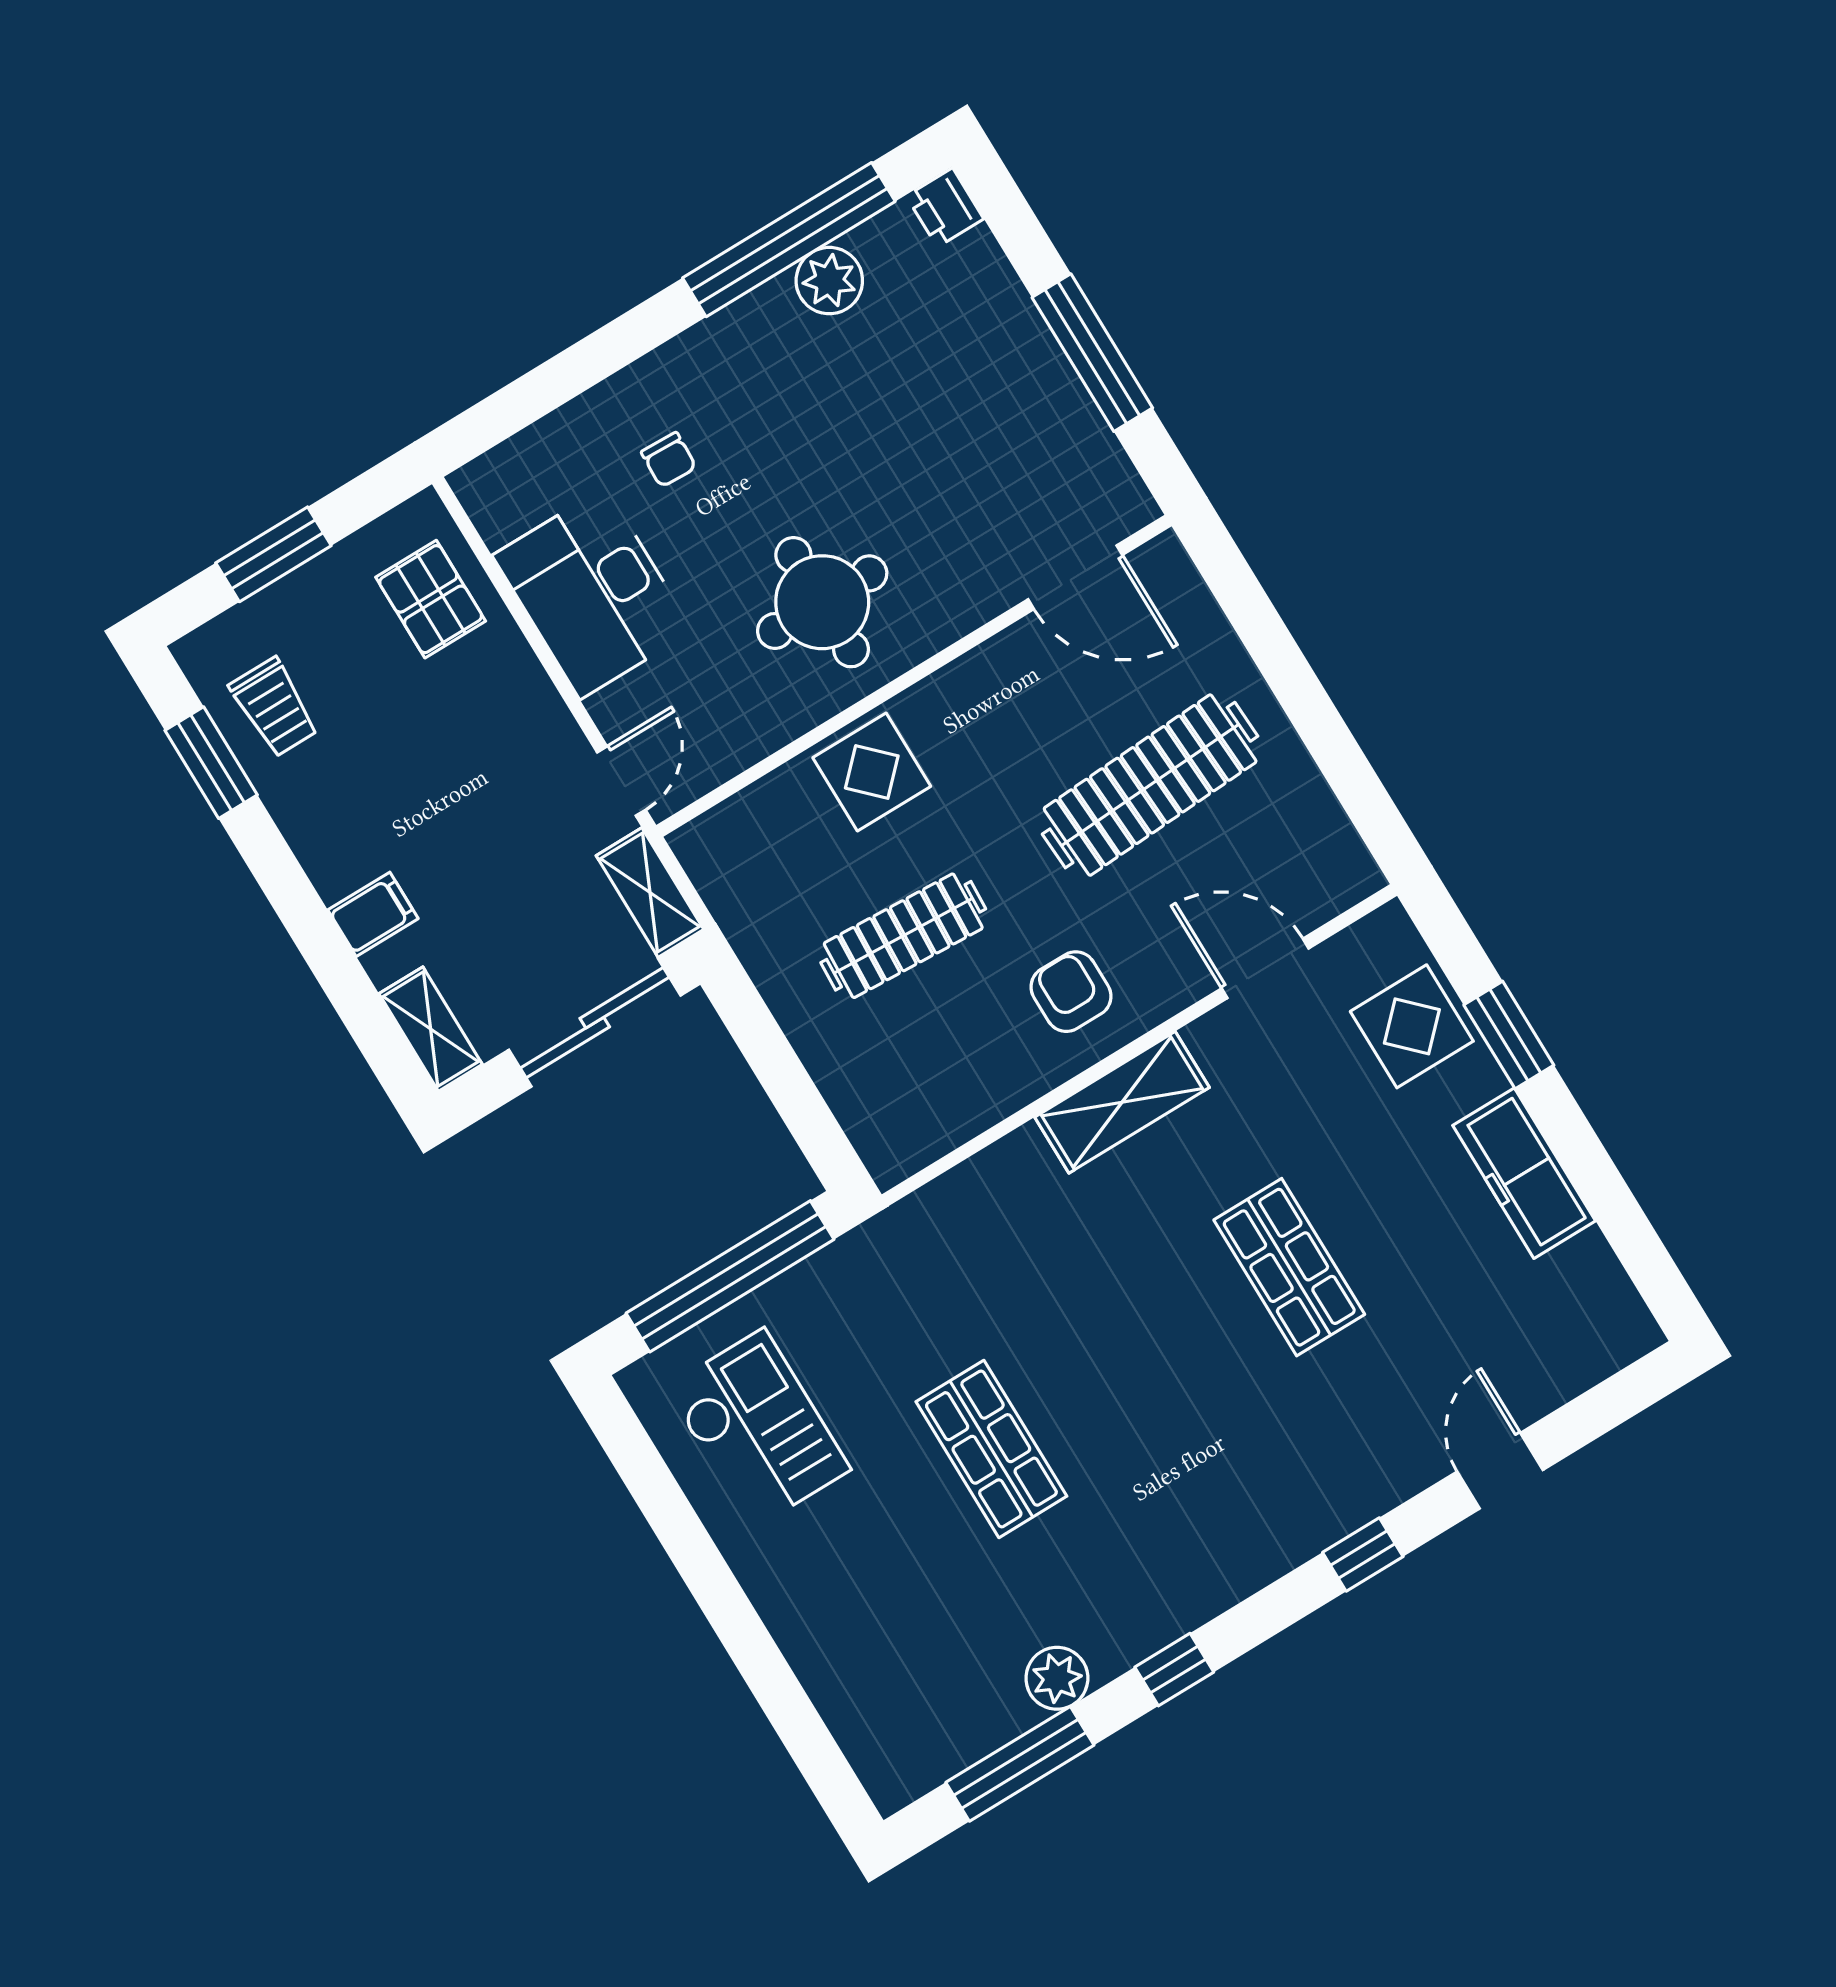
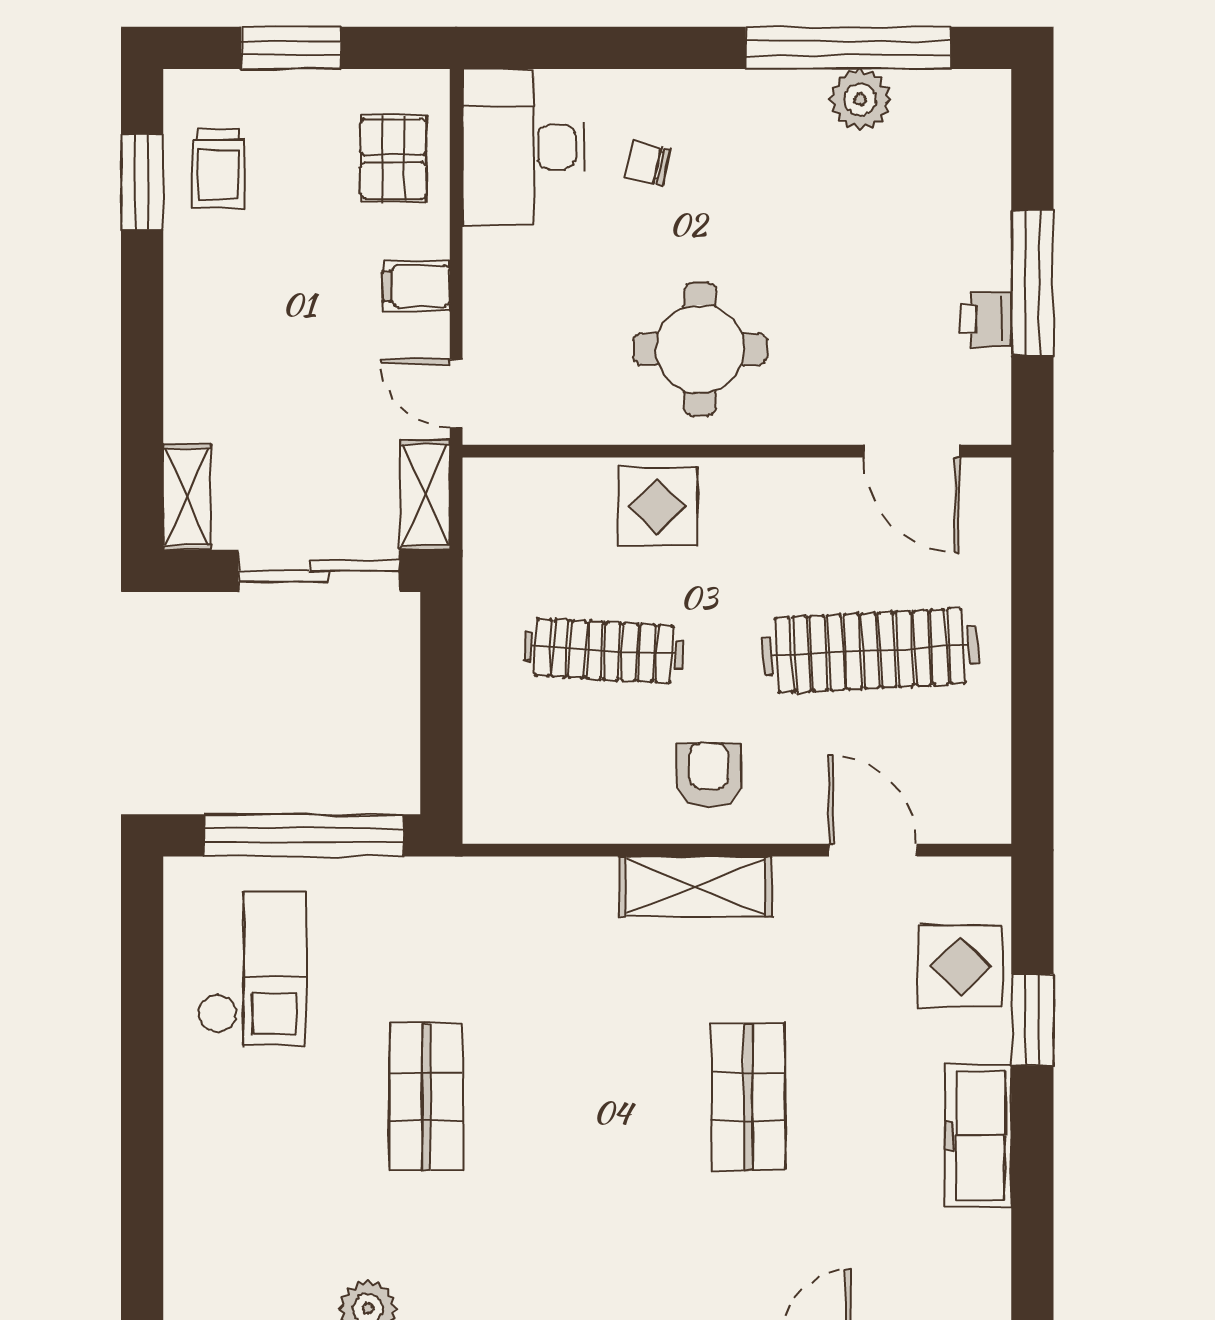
printer: (945, 207) -> (986, 319), moved
chair: (669, 460) -> (648, 163), turned 101
desk: (593, 593) -> (524, 147), moved
door: (621, 781) -> (456, 393), swing flipped
filing cabinet: (373, 914) -> (416, 286), moved, turned 180

